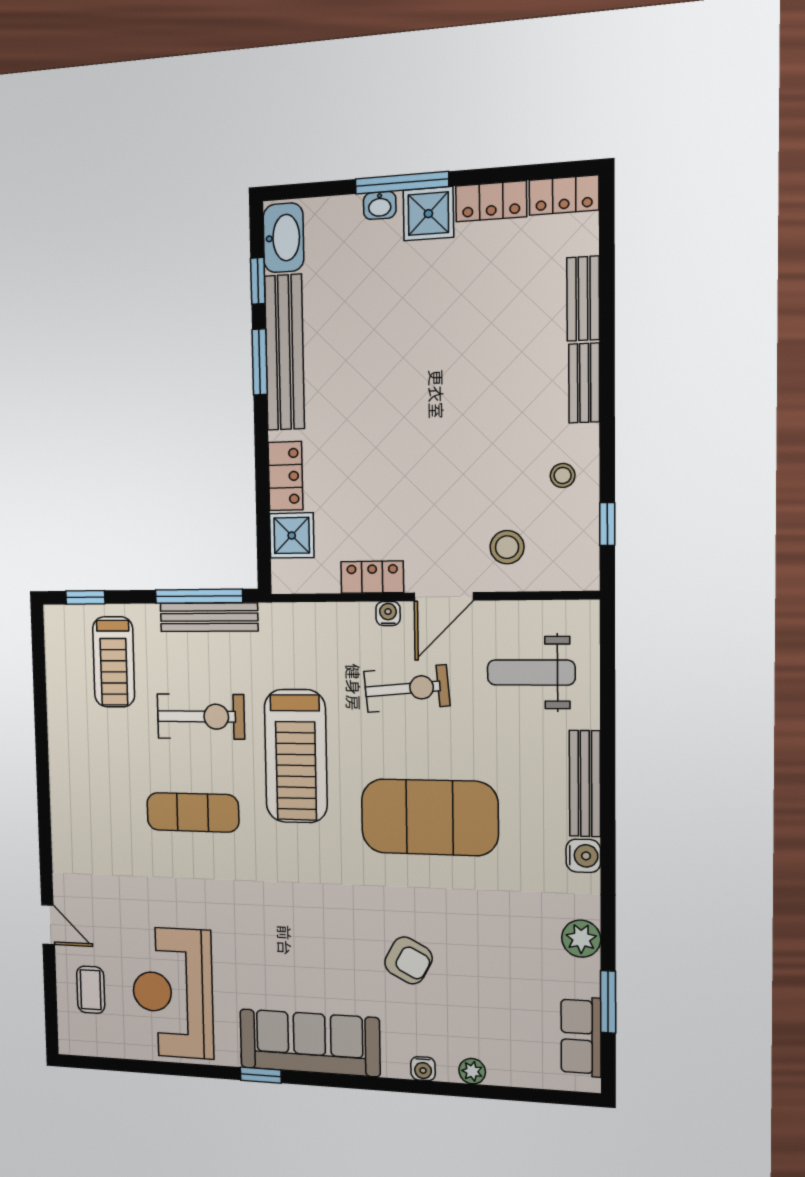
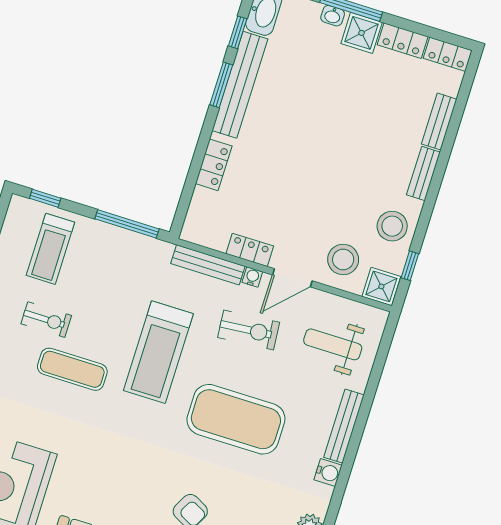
stool: (563, 475) -> (392, 226), width x1.89, depth x1.89
shower: (292, 535) -> (381, 286), moved
stool: (507, 547) -> (343, 259), width x1.38, depth x1.38
bench: (209, 617) -> (208, 265), moved
exercise bike: (201, 716) -> (46, 320), moved, width x0.73, depth x0.72

